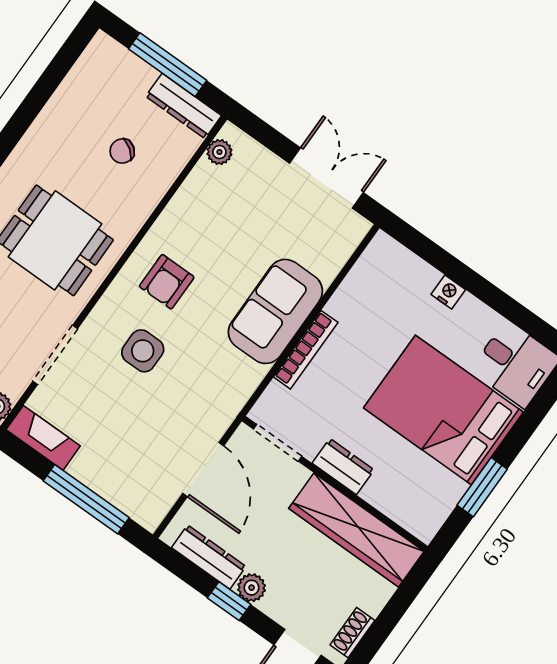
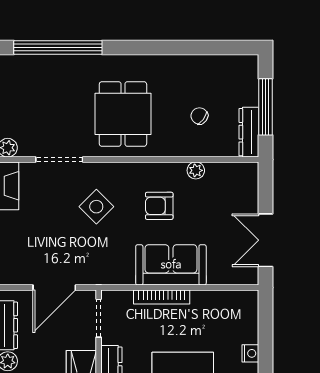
plant: (219, 152) -> (196, 170), moved
double door: (326, 178) -> (265, 240), swing flipped
armchair: (167, 282) -> (159, 206), moved
side table: (143, 351) -> (96, 207), turned 45

